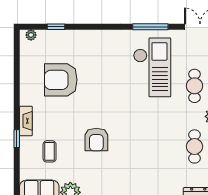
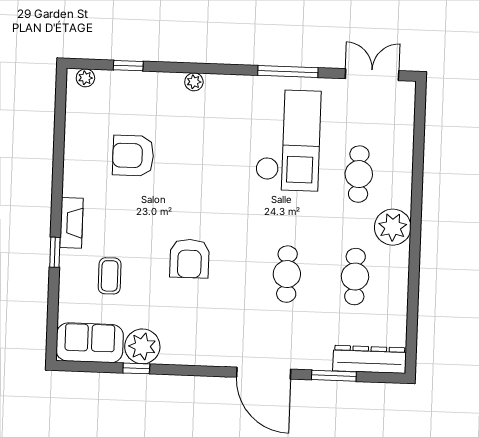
plant: (95, 35) -> (194, 82), added
armchair: (61, 80) -> (133, 156), width x0.73, depth x0.73
cafe table: (154, 146) -> (287, 274), added

